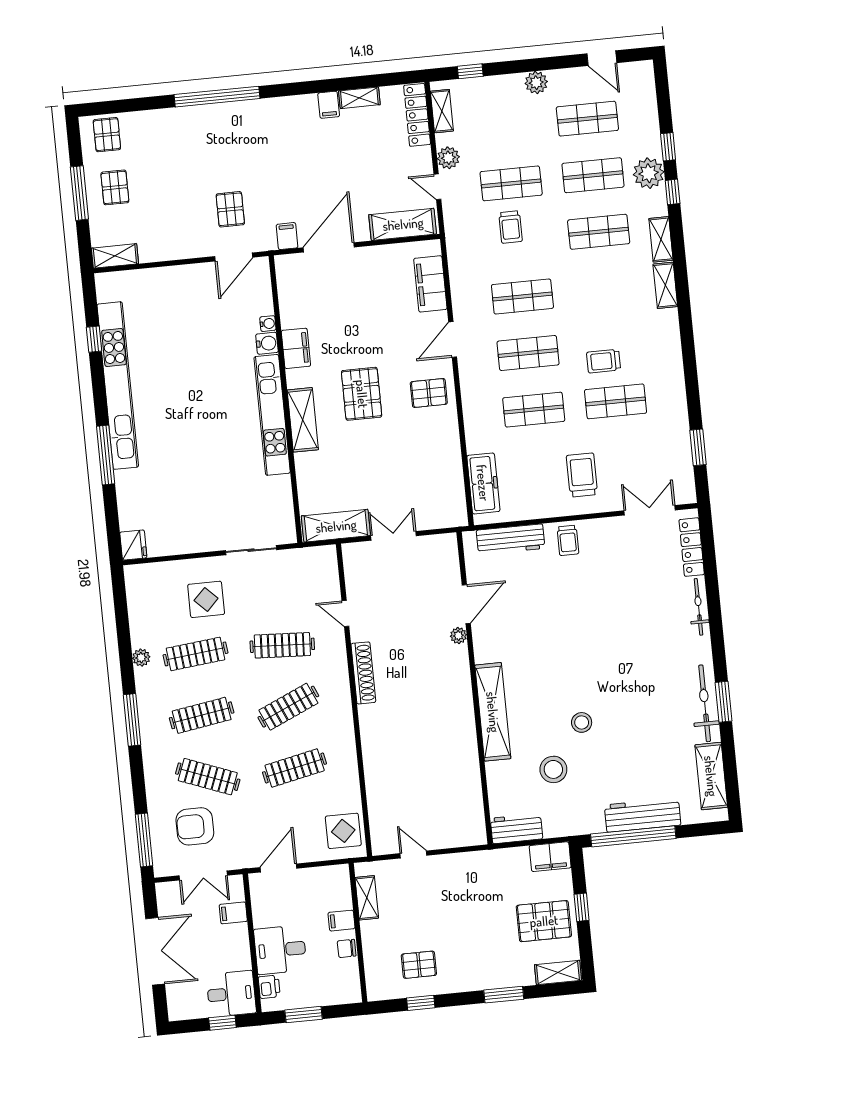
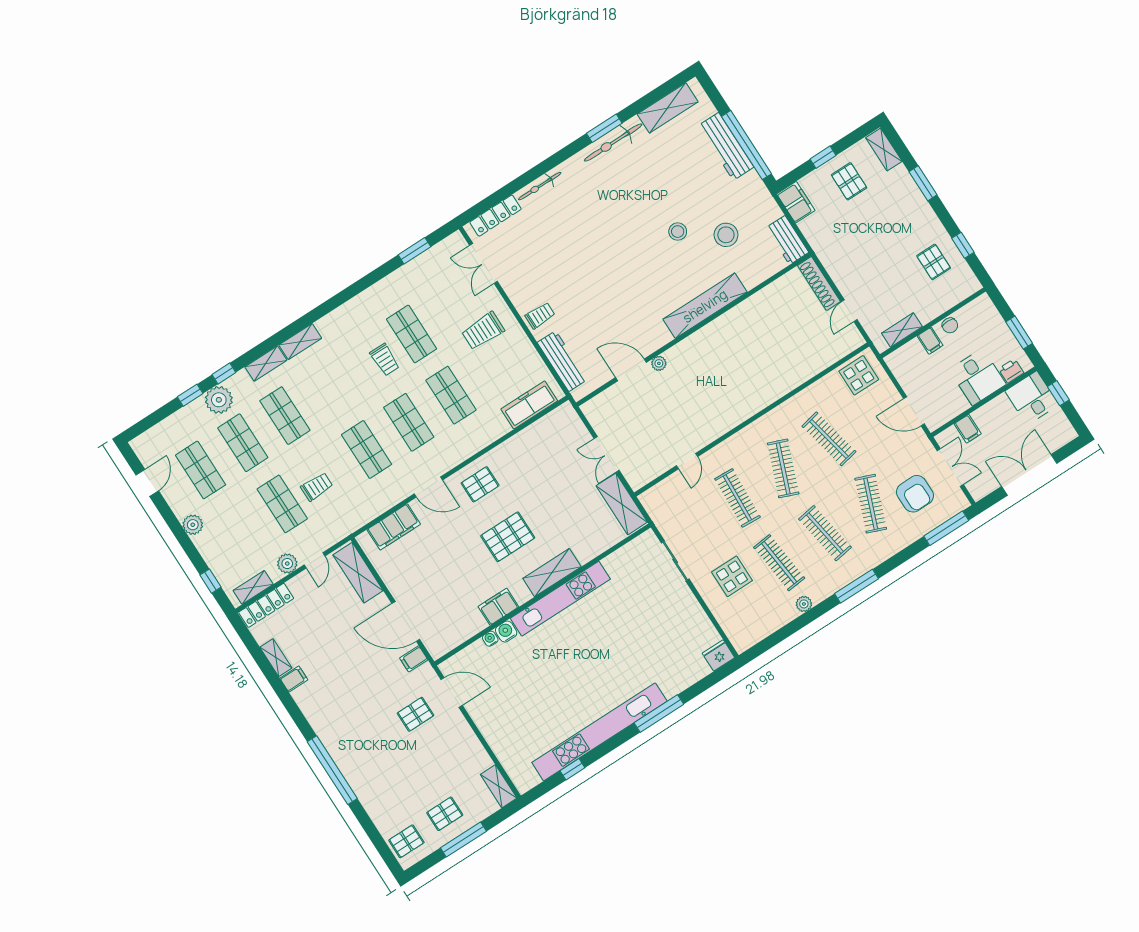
pallet: (429, 393) -> (480, 484), turned 90
shoe rack: (363, 673) -> (819, 283), moved, turned -90
clothes rail: (288, 707) -> (783, 468), turned 45
pallet: (544, 921) -> (849, 181), width x0.67, depth x0.71

